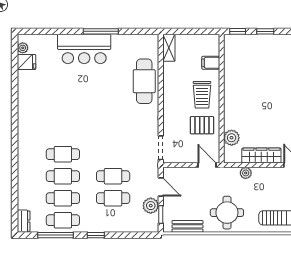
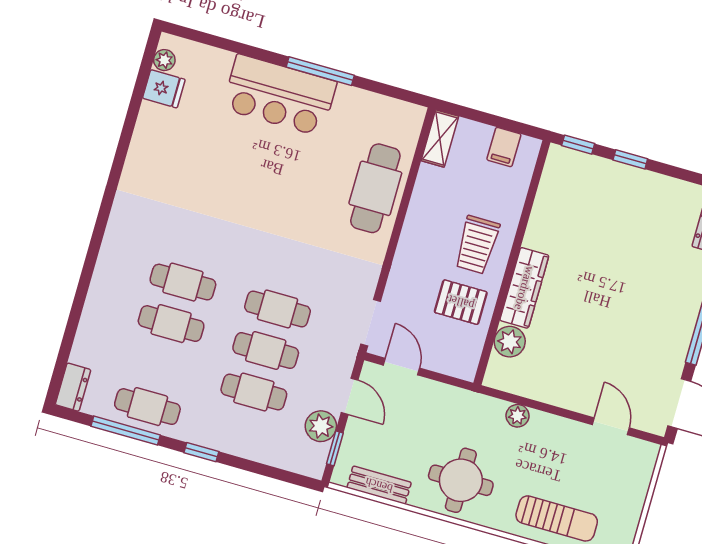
filing cabinet: (211, 63) -> (504, 147), moved, turned -90
wardrobe: (261, 155) -> (524, 288), moved, turned 90
door: (207, 165) -> (402, 367), moved
cafe table: (63, 198) -> (278, 309), moved

